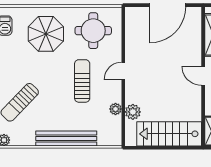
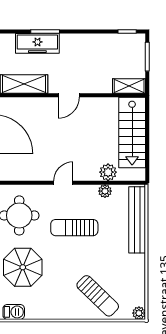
door: (123, 71) -> (63, 183), swing flipped
bench: (66, 138) -> (137, 220), moved

